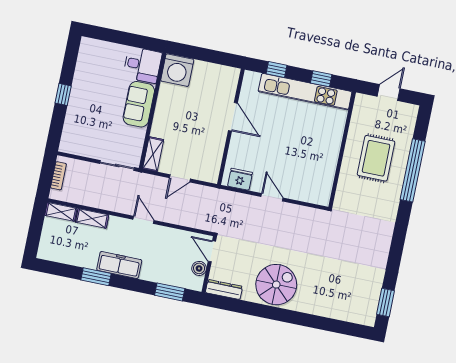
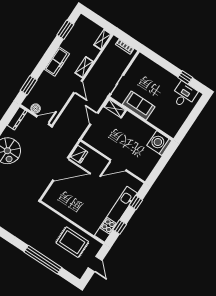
desk: (142, 65) -> (184, 95), moved, turned 180
window: (63, 94) -> (185, 78), moved
sofa: (139, 104) -> (139, 106), moved
rug: (376, 158) -> (72, 242), moved
door: (272, 197) -> (61, 169), width x1.87
shelving: (92, 218) -> (84, 67), moved
door: (144, 220) -> (78, 87), hinge flipped
window: (96, 277) -> (65, 30), moved

